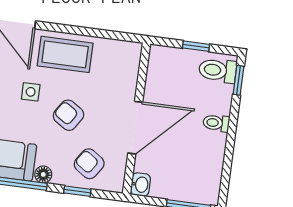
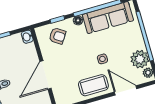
armchair: (68, 115) -> (78, 56), removed
door: (135, 128) -> (45, 75), moved

